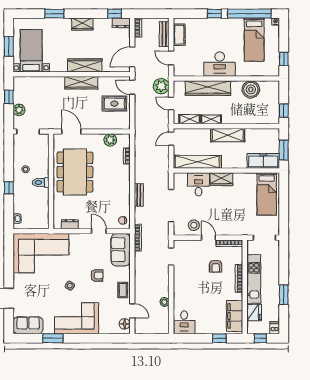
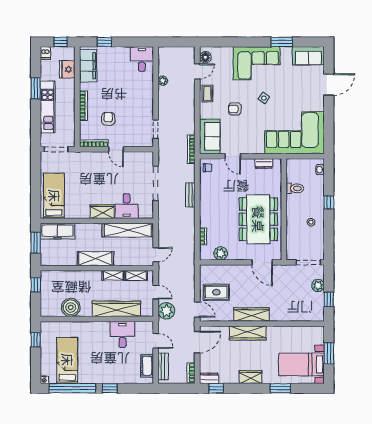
bed with nightstands: (31, 51) -> (301, 364), moved, turned 90
desk: (220, 64) -> (122, 334), moved, width x0.73
toilet: (41, 182) -> (295, 188), moved
stool: (194, 225) -> (132, 163), removed
kitchen unit: (254, 279) -> (48, 107), moved, turned 180
door: (132, 311) -> (197, 71), swing flipped

